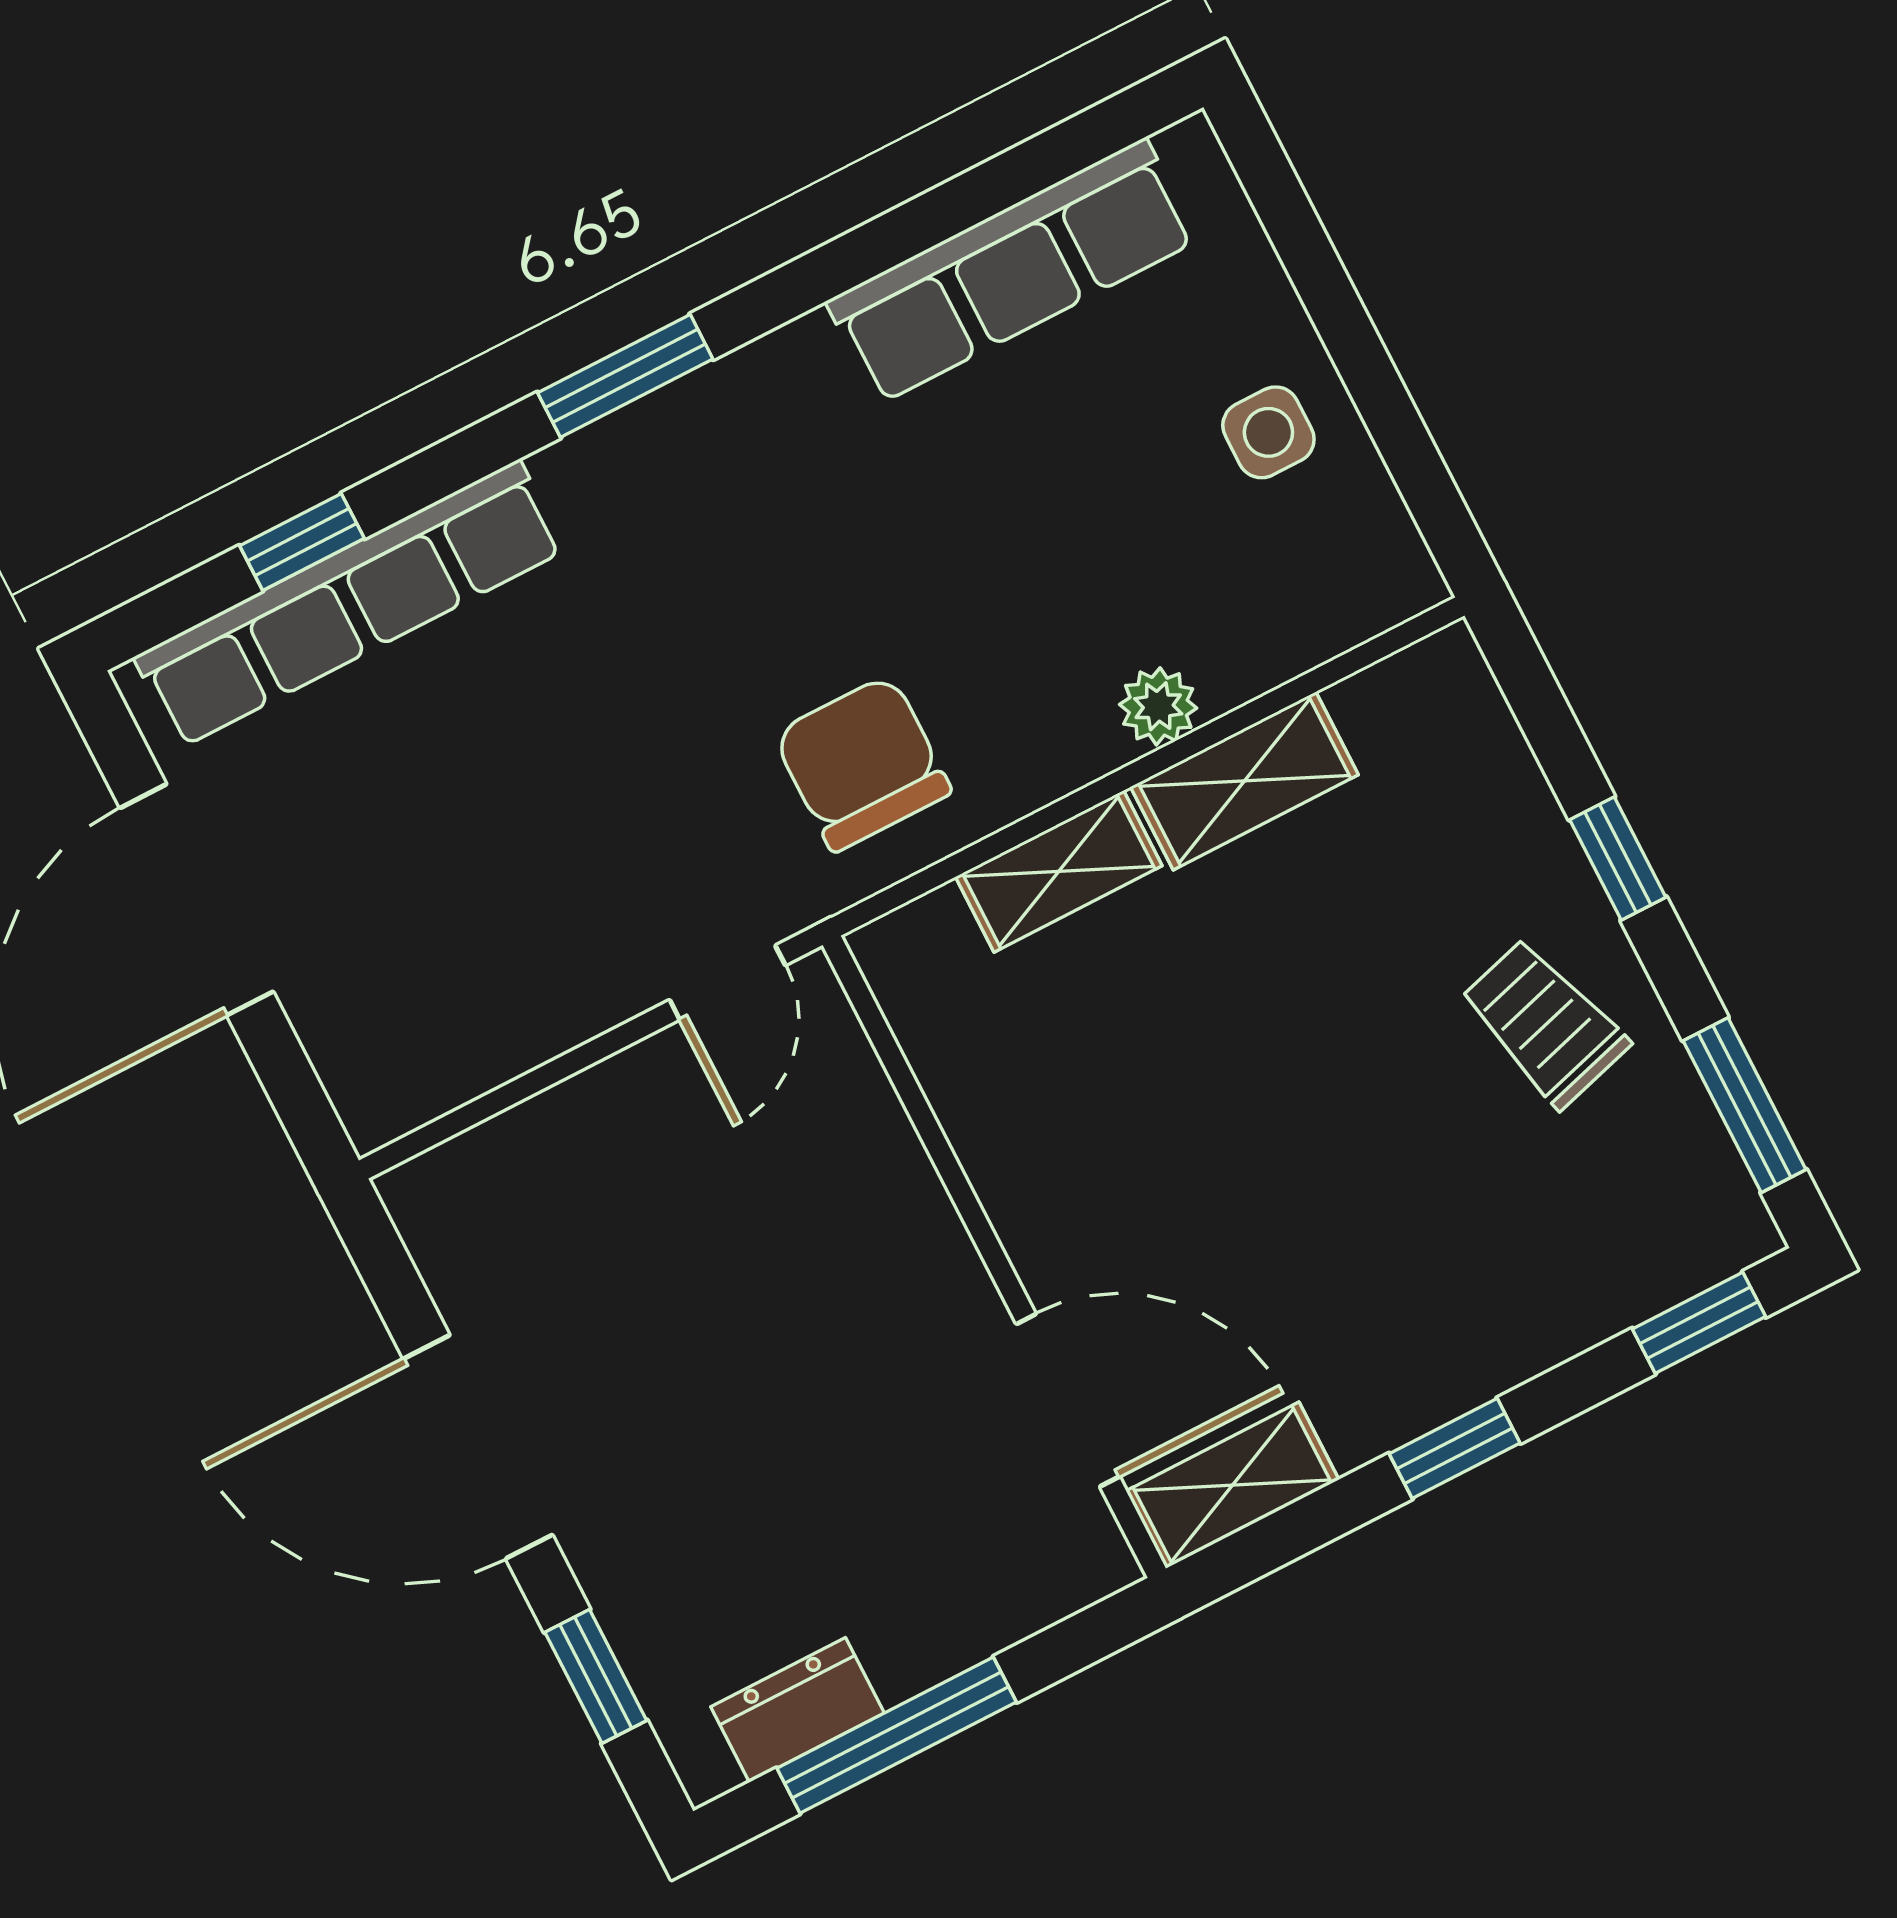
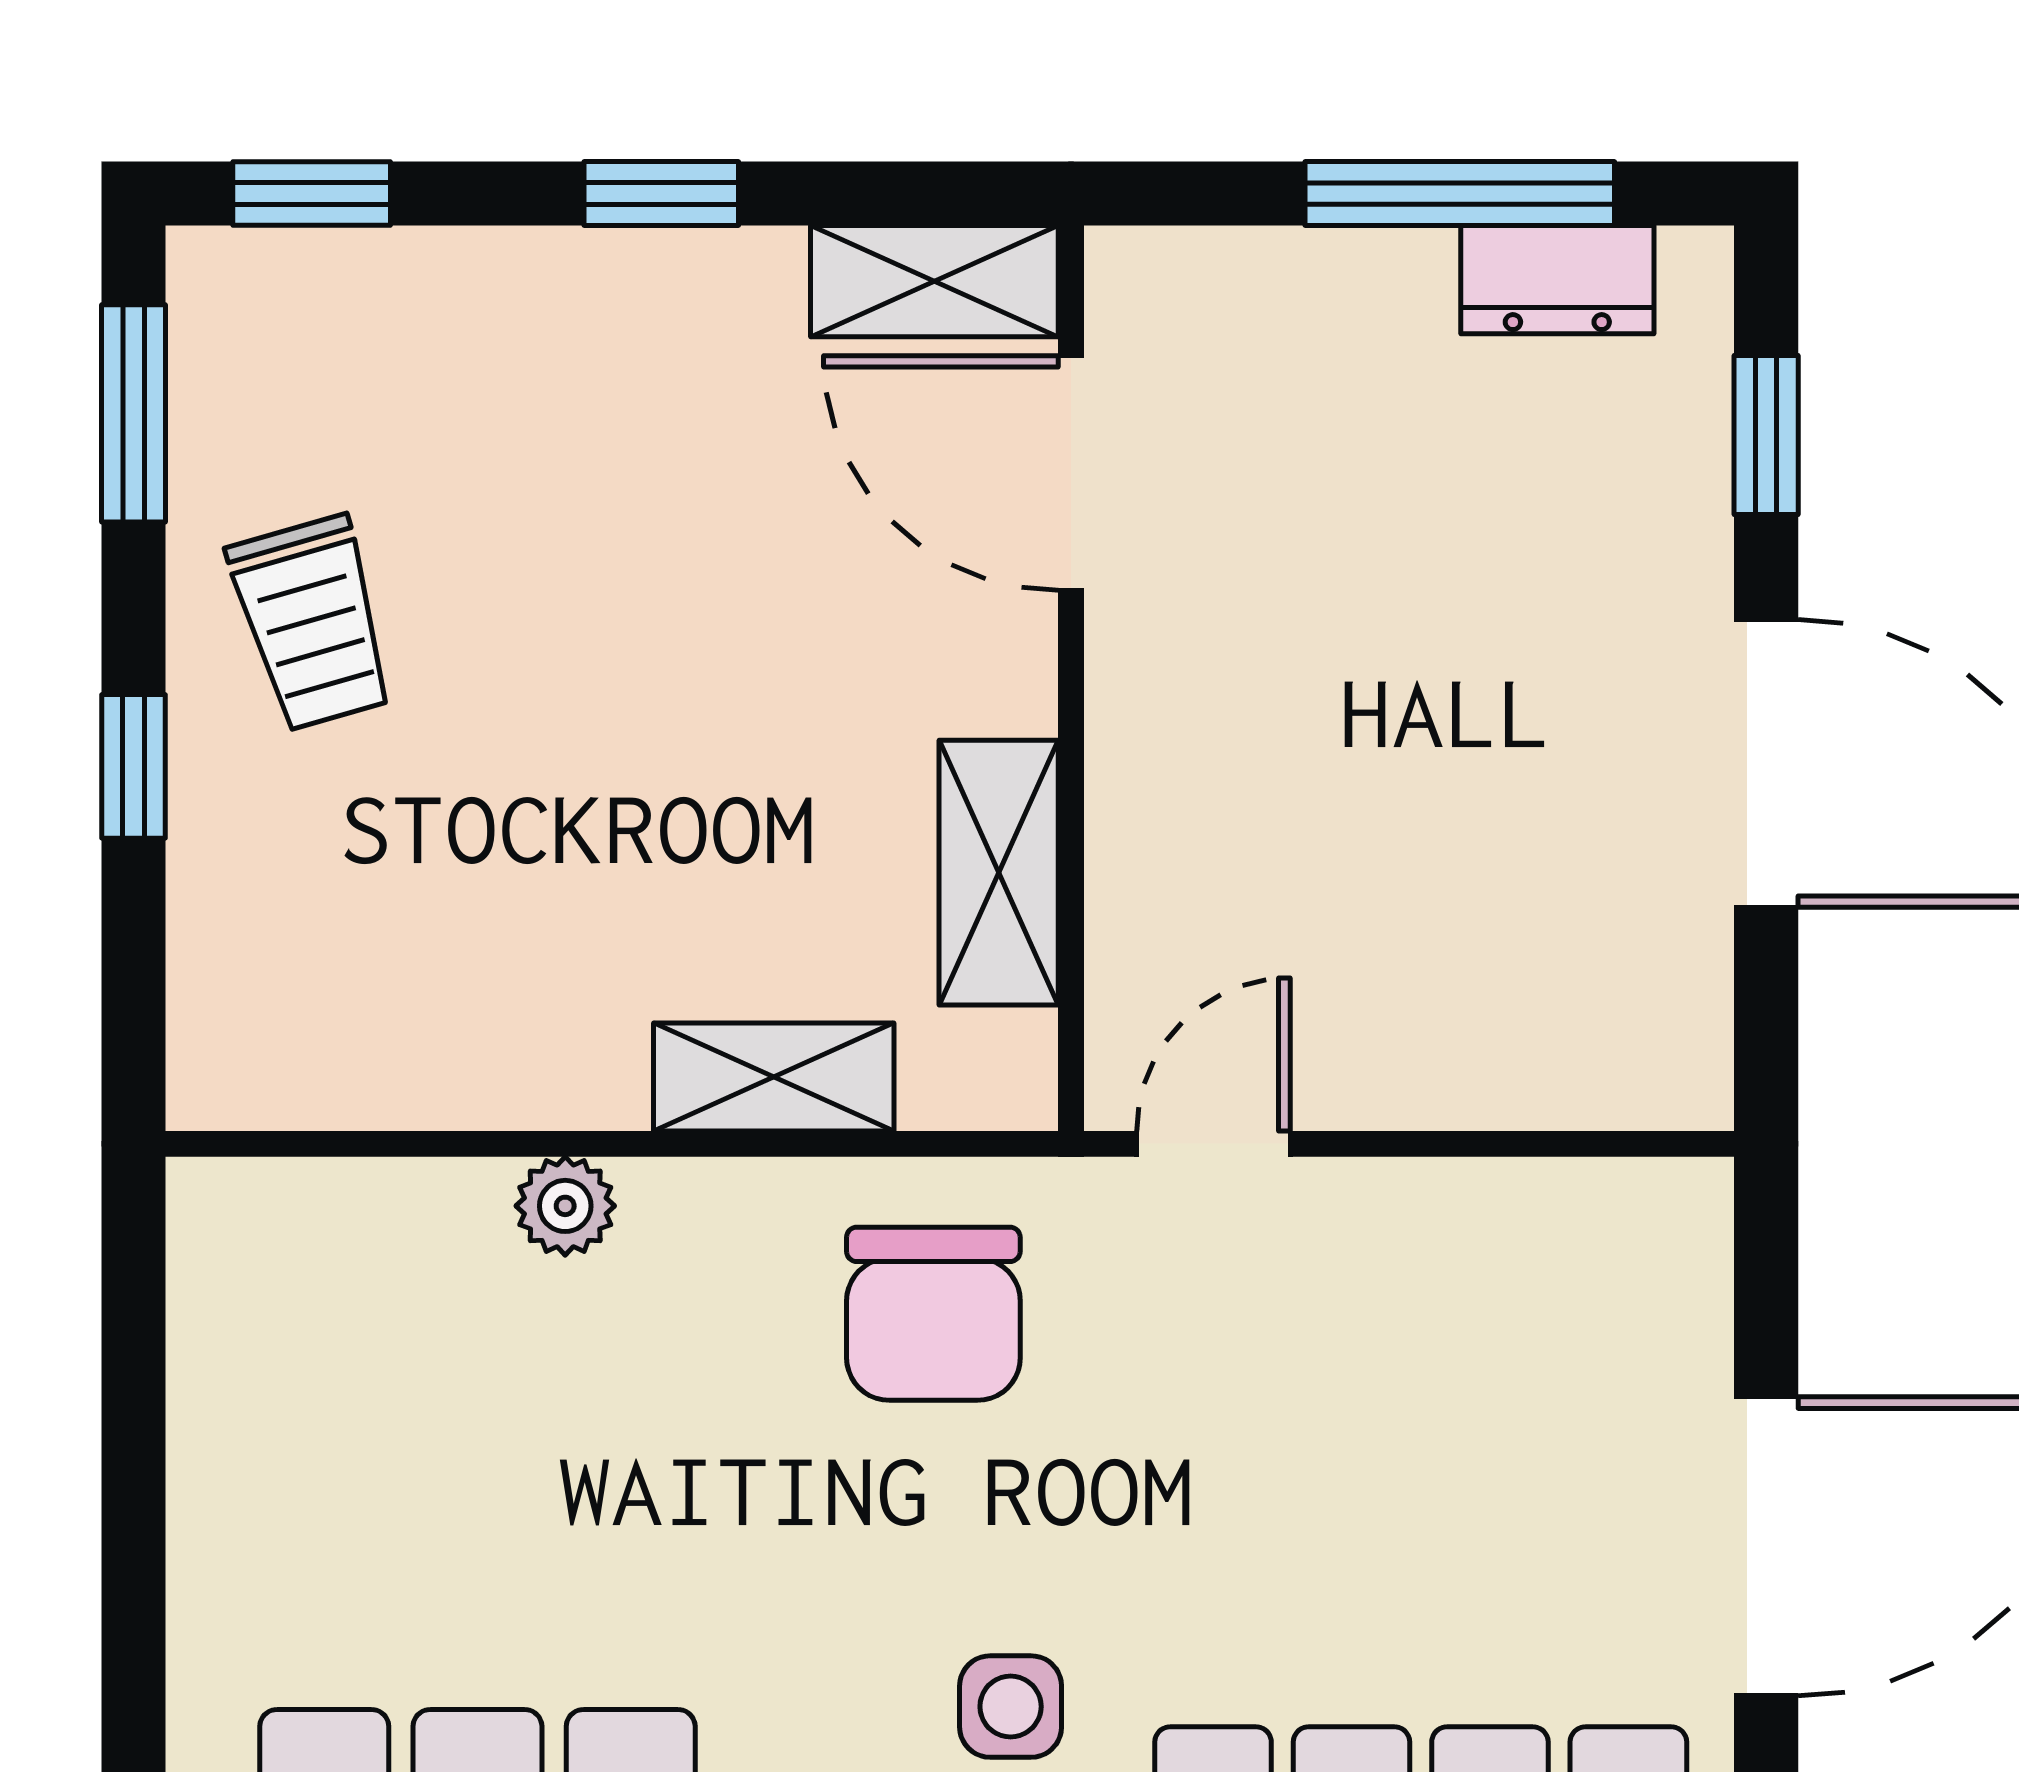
side table: (1268, 432) -> (1011, 1707), moved
shelving: (1244, 781) -> (999, 873), moved, turned 90

